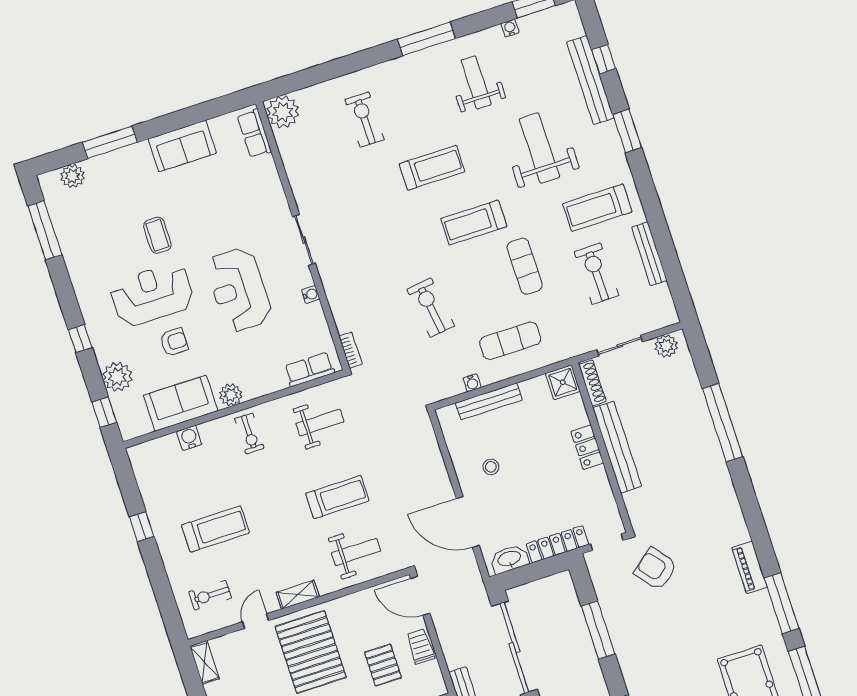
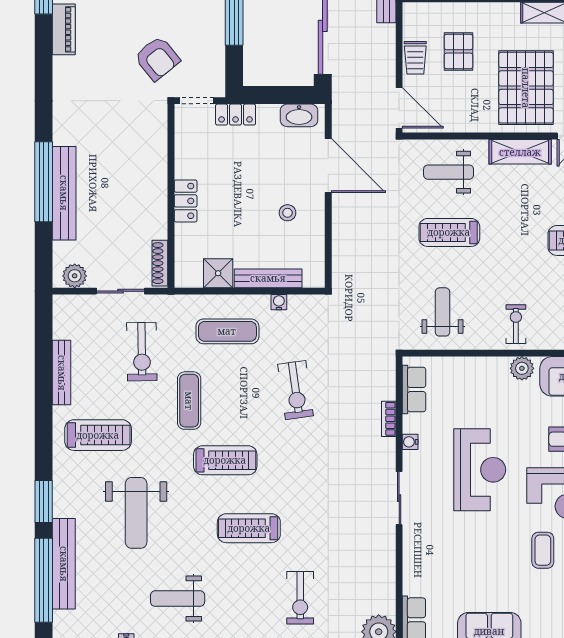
window: (604, 59) -> (44, 580), width x3.17
weight bench: (476, 82) -> (178, 599), turned 90
exercise bike: (596, 274) -> (142, 352), moved
bookcase: (351, 350) -> (389, 419), moved
row of seats: (309, 369) -> (414, 390), moved, turned -90
shower: (563, 382) -> (218, 273), moved
weight bench: (320, 423) -> (443, 312), turned 90
bench: (617, 447) -> (64, 193), moved
locker: (557, 544) -> (236, 115), width x0.66
shelving: (298, 595) -> (520, 152), width x1.50, depth x1.33

